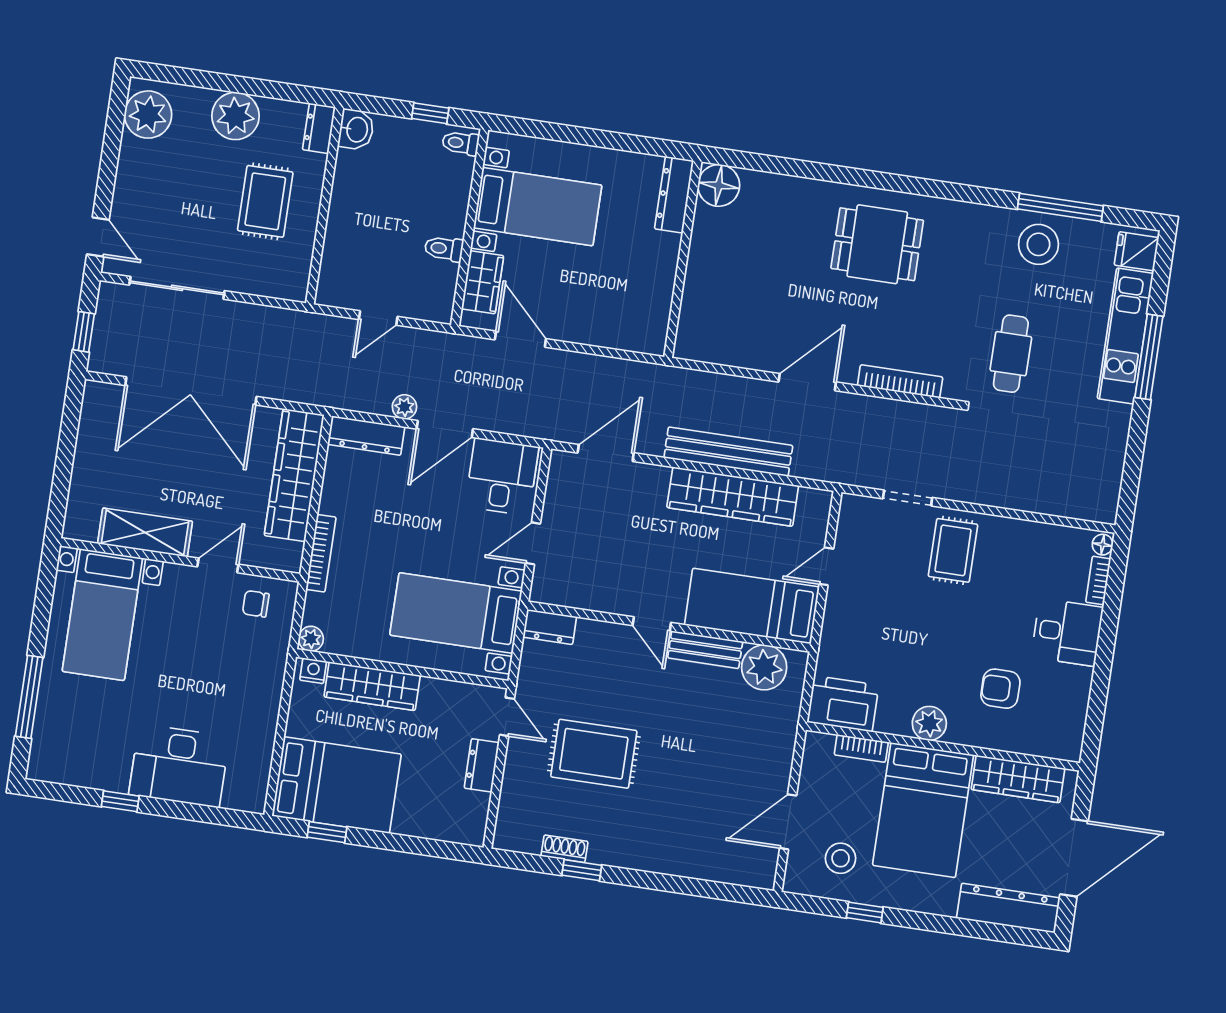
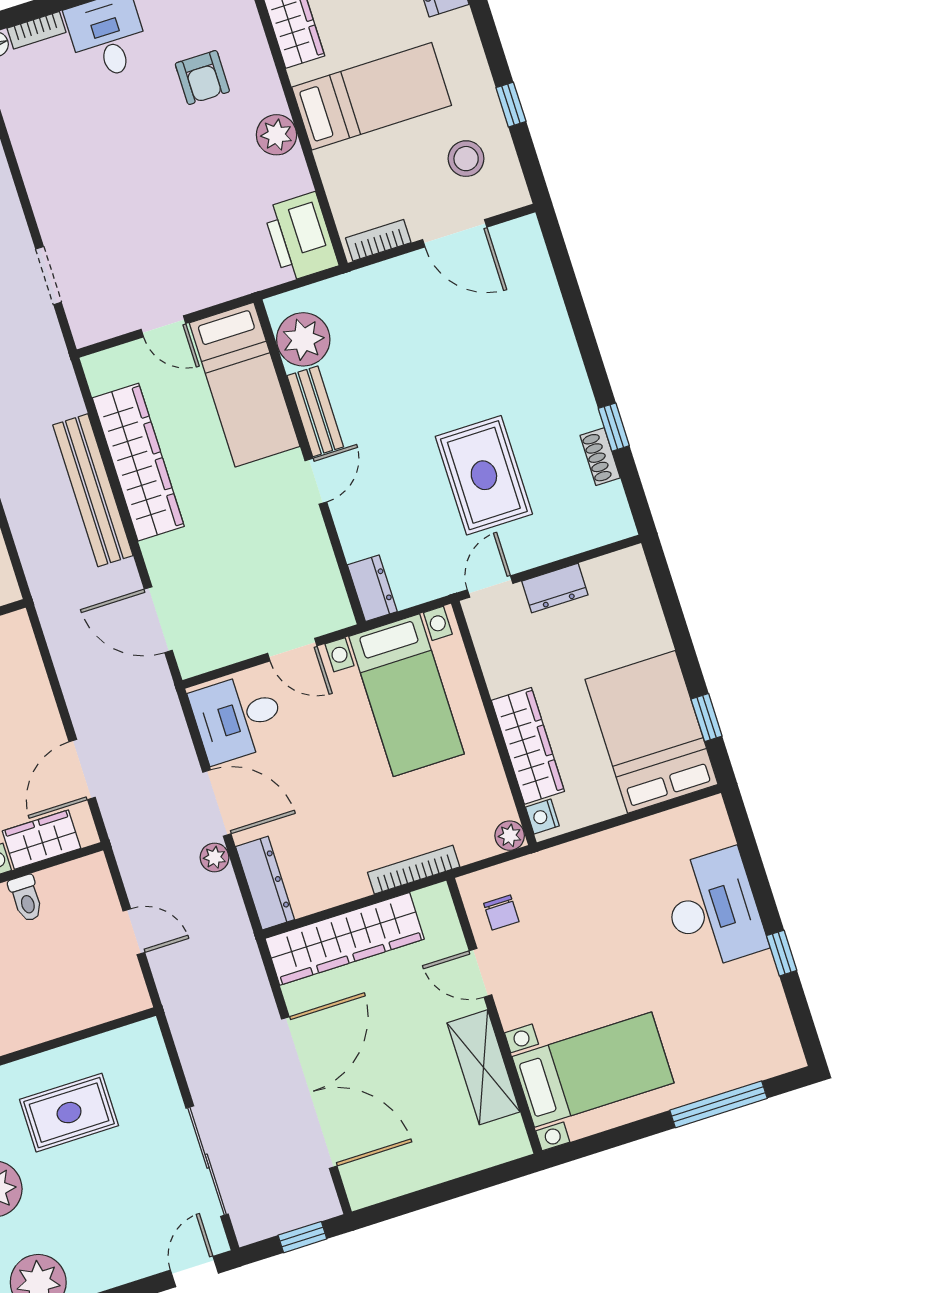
rug: (953, 550) -> (80, 200), removed
bookcase: (861, 748) -> (378, 240), moved, turned -90
bed: (923, 810) -> (372, 96), width x0.67

